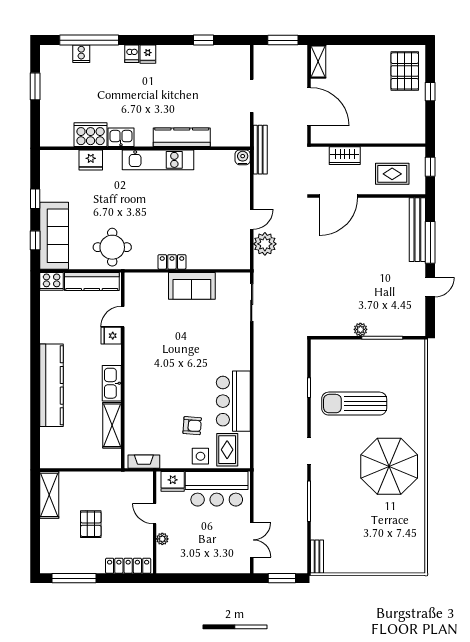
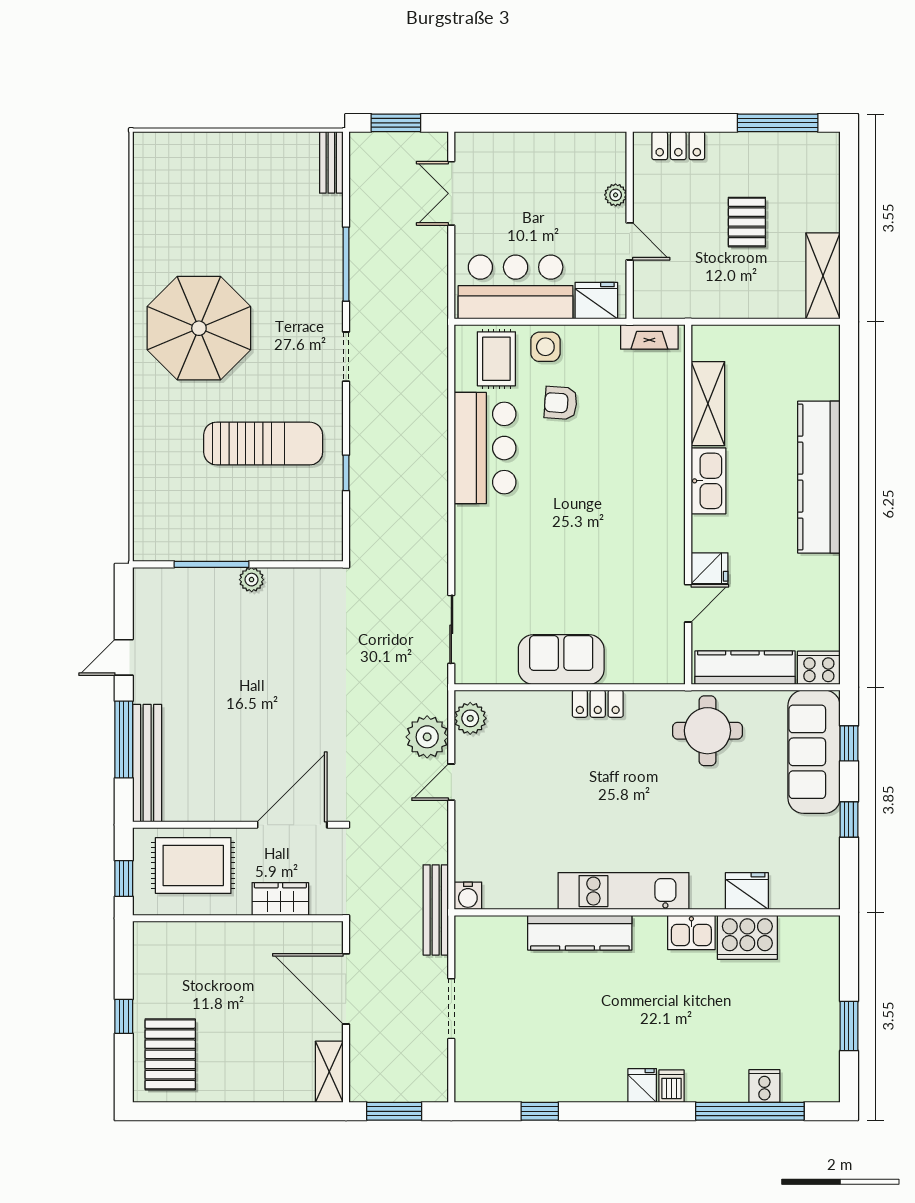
rug: (392, 174) -> (193, 865), width x1.36, depth x1.43
plant: (241, 254) -> (470, 718), added
locker: (128, 566) -> (678, 146), width x0.66

